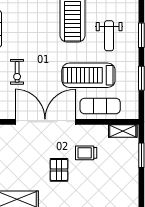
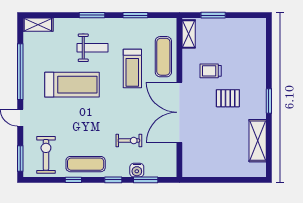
treadmill: (88, 75) -> (132, 69), width x0.73, depth x0.73
trolley: (86, 153) -> (211, 71), turned 90

